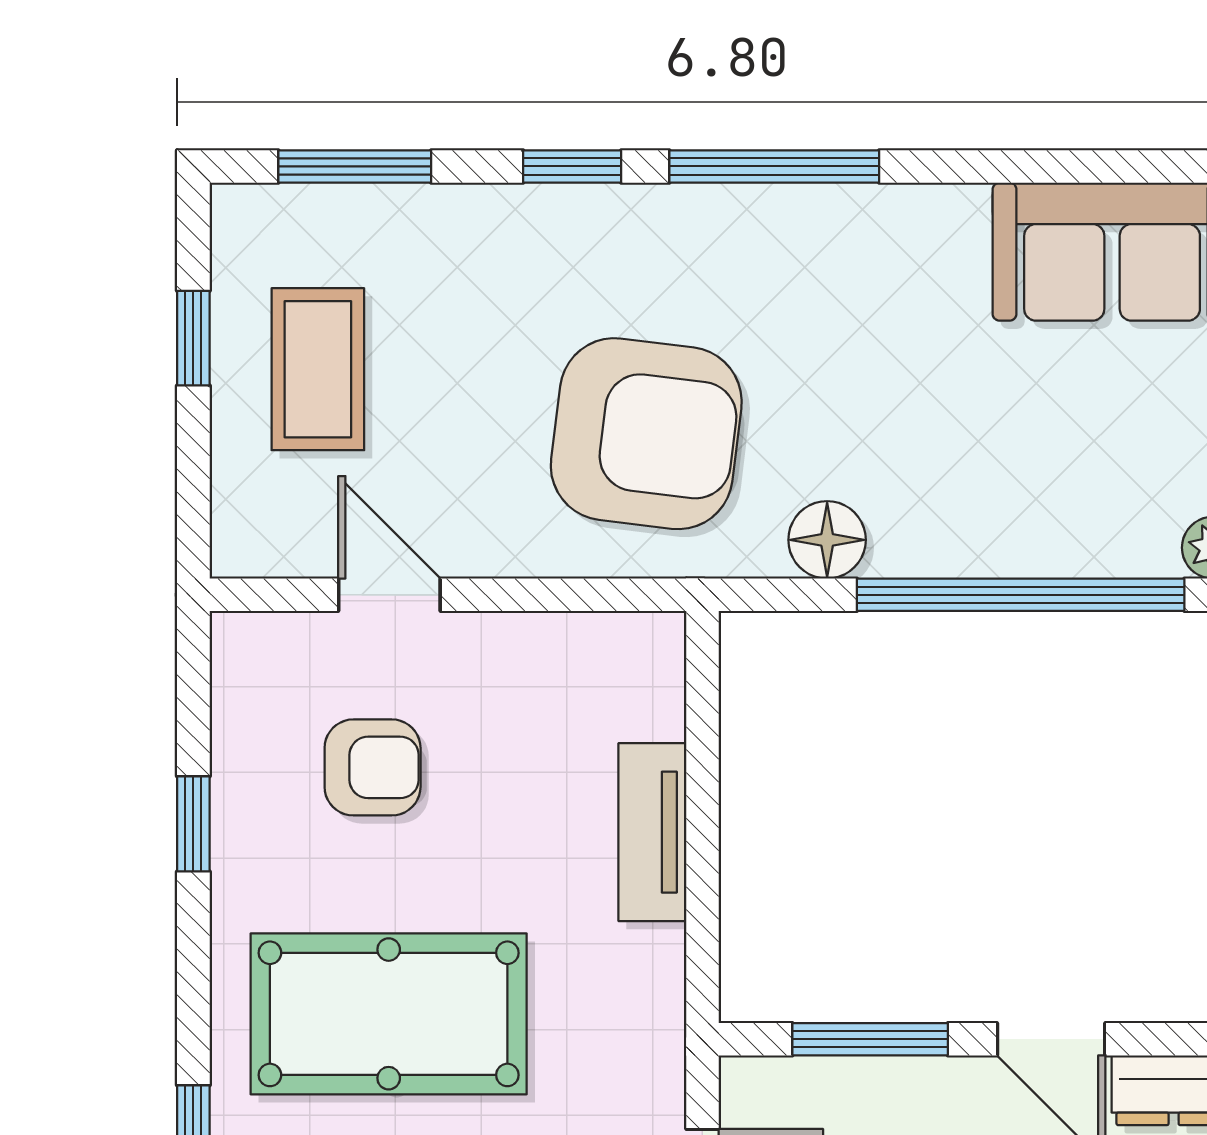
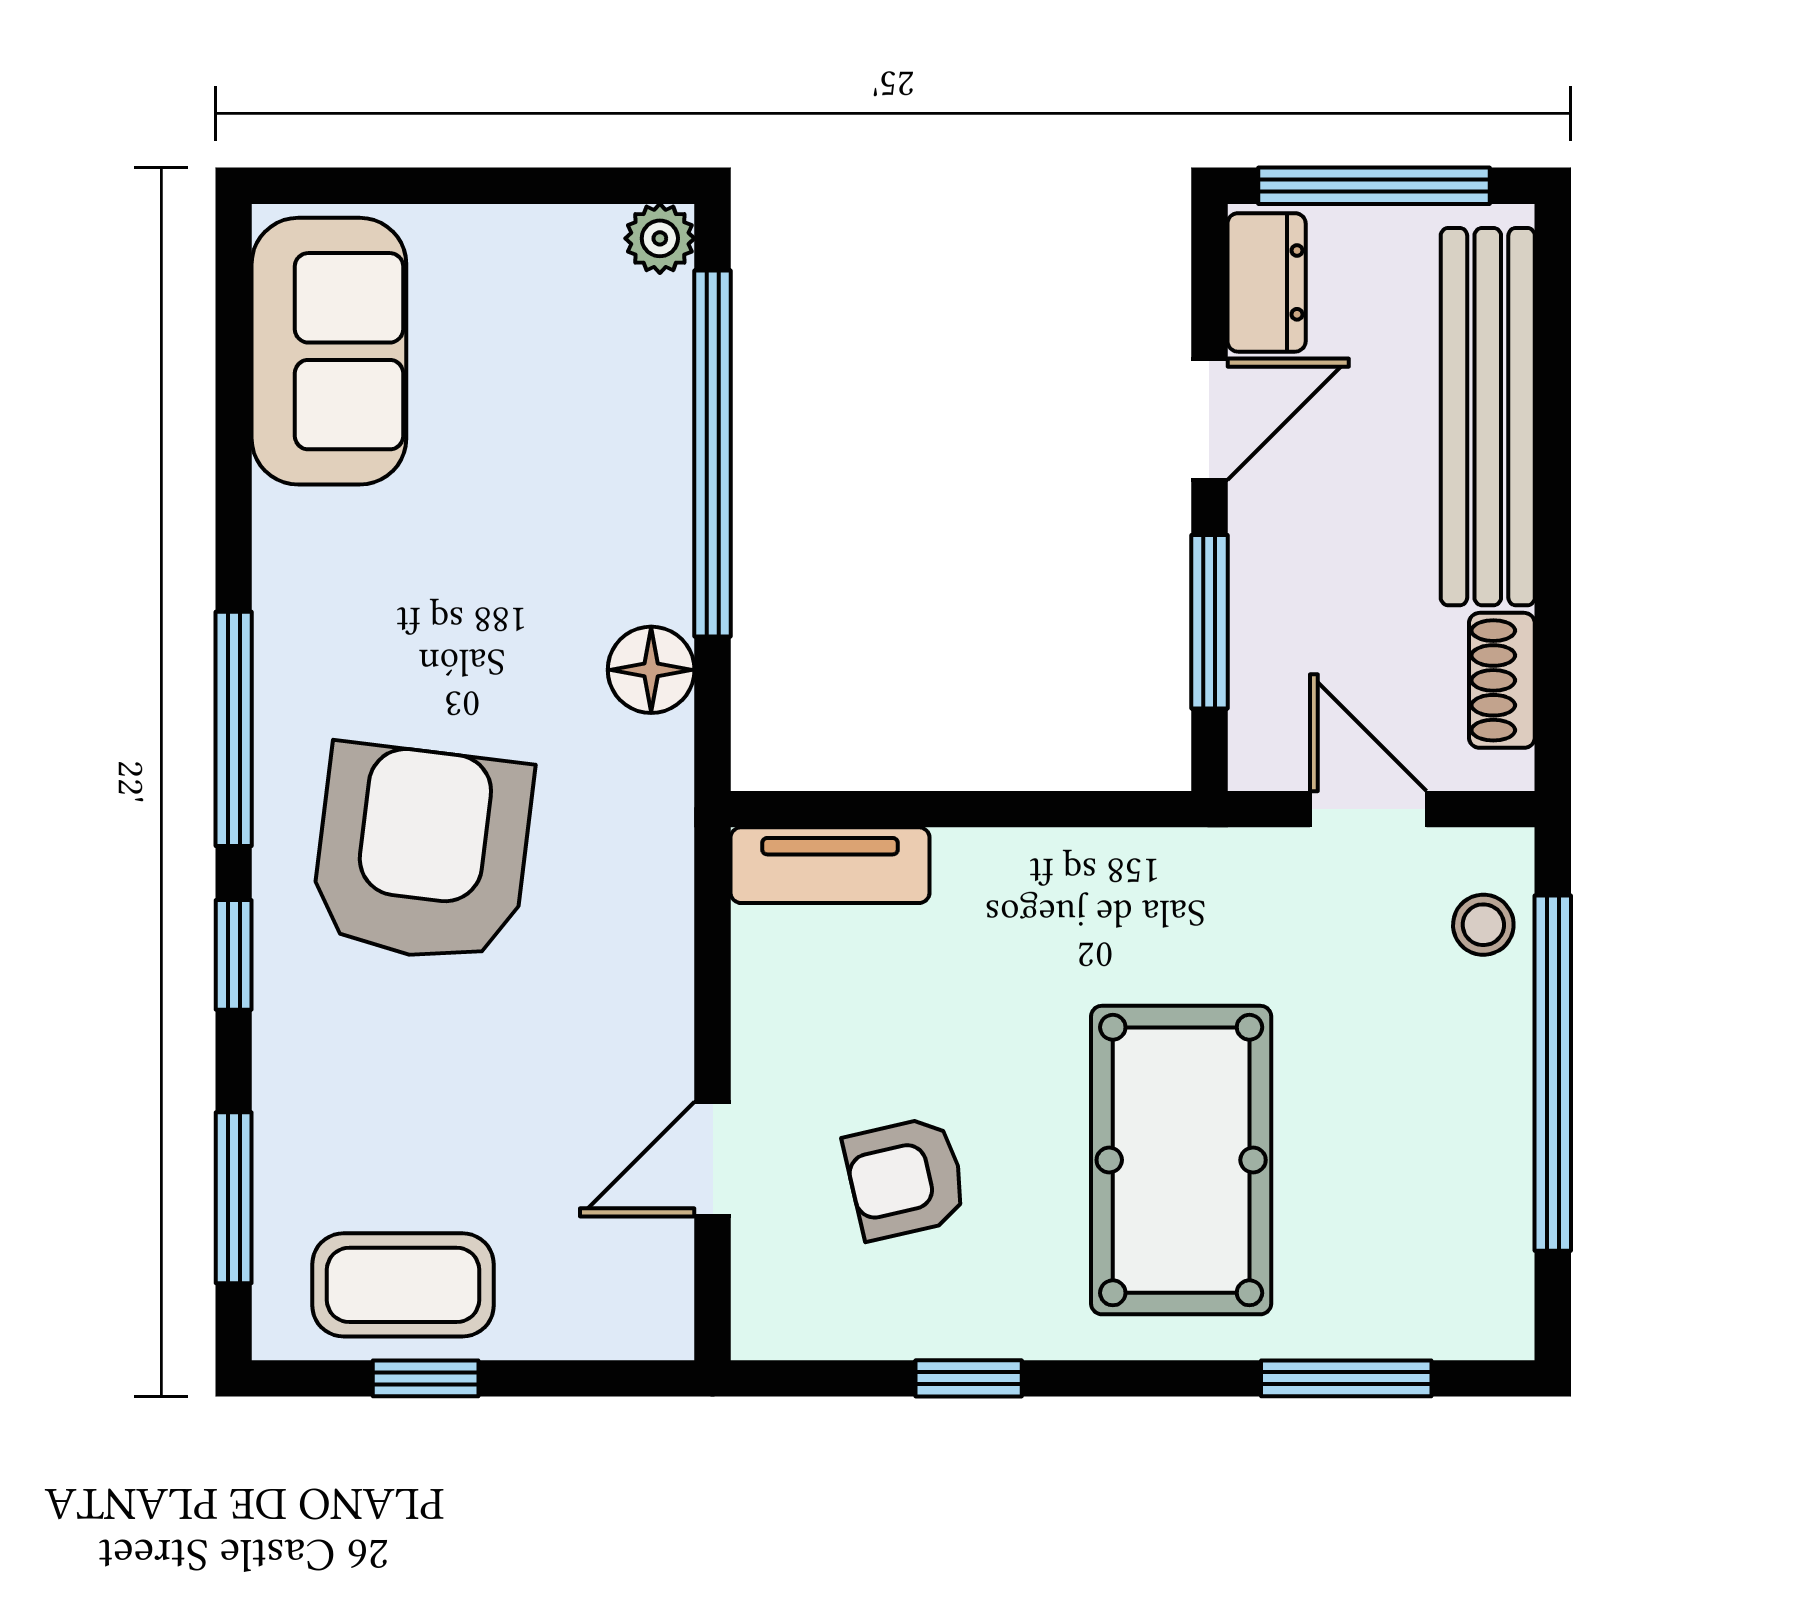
coffee table: (318, 369) -> (403, 1285), moved
armchair: (646, 434) -> (422, 853), moved
armchair: (373, 767) -> (906, 1178), turned -103
tv unit: (652, 832) -> (830, 865), moved

